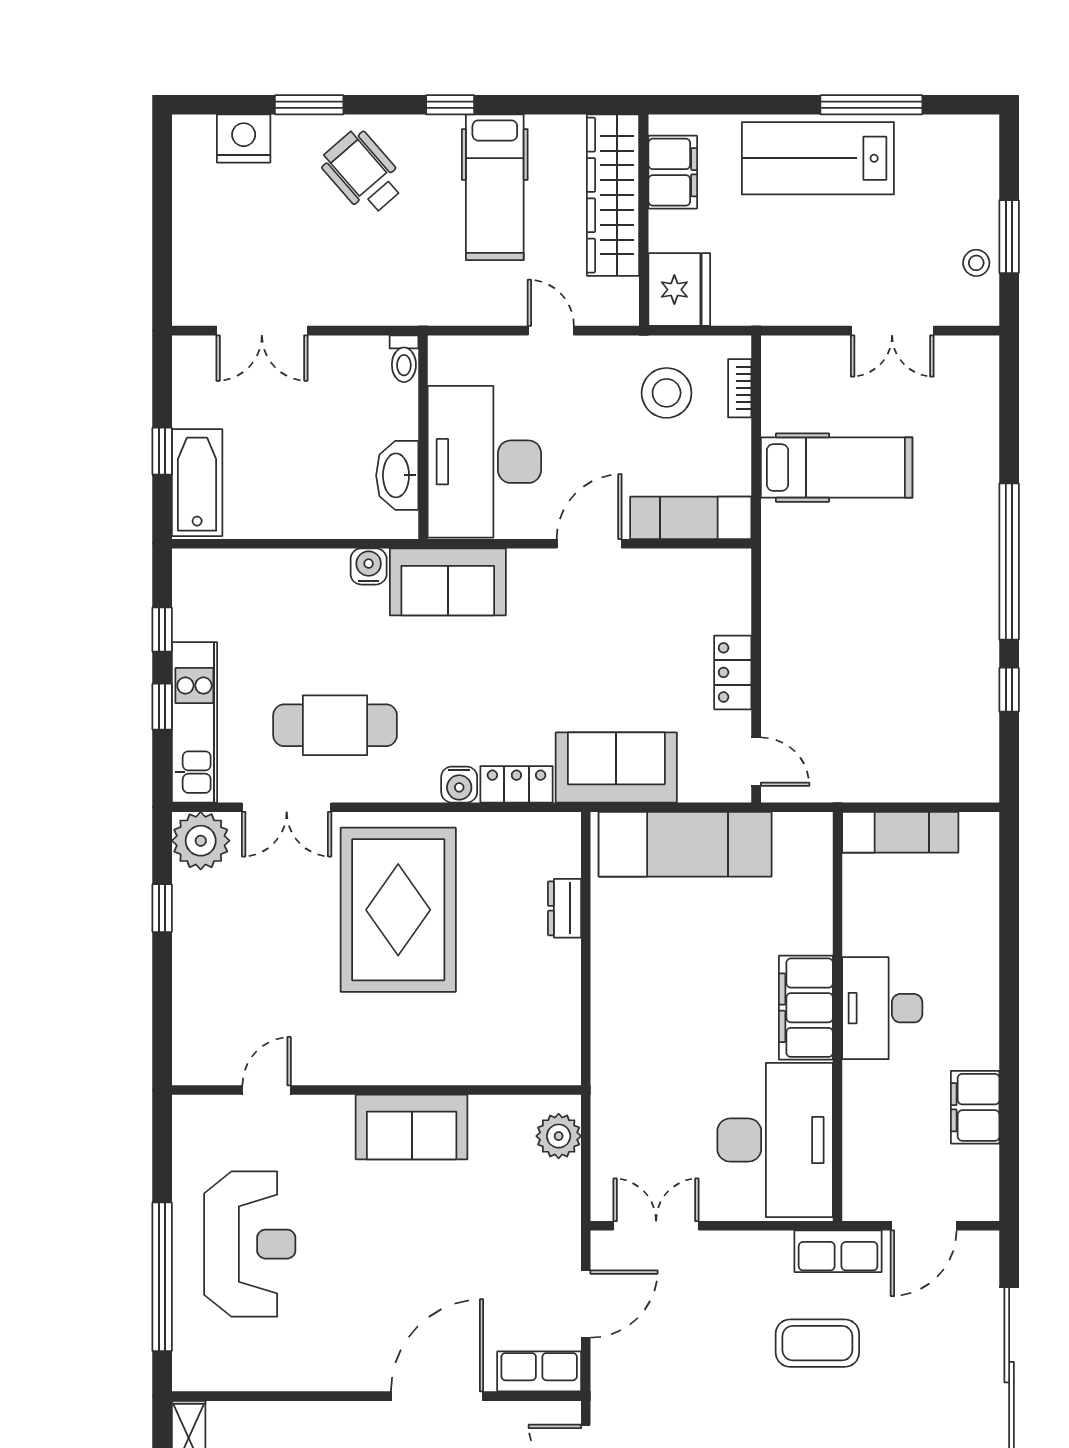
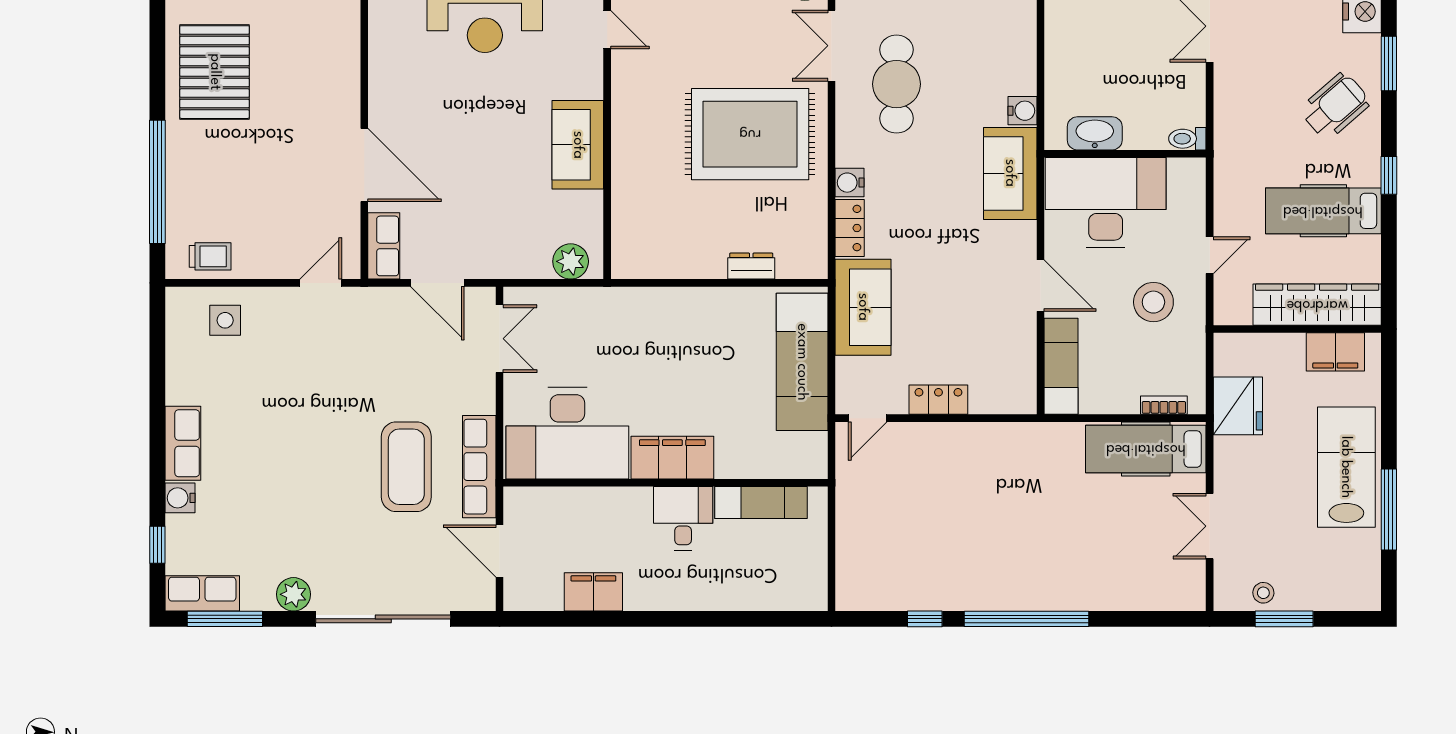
fridge: (679, 290) -> (1238, 406), moved, turned -90
stool: (667, 393) -> (1153, 302), moved
hospital bed: (837, 468) -> (1146, 449), moved, turned 90
exam couch: (900, 832) -> (761, 503), moved, turned -90
desk: (882, 1008) -> (683, 518), width x0.73
row of seats: (838, 1251) -> (479, 467), width x1.48
coffee table: (817, 1343) -> (406, 467), width x1.36, depth x1.32

